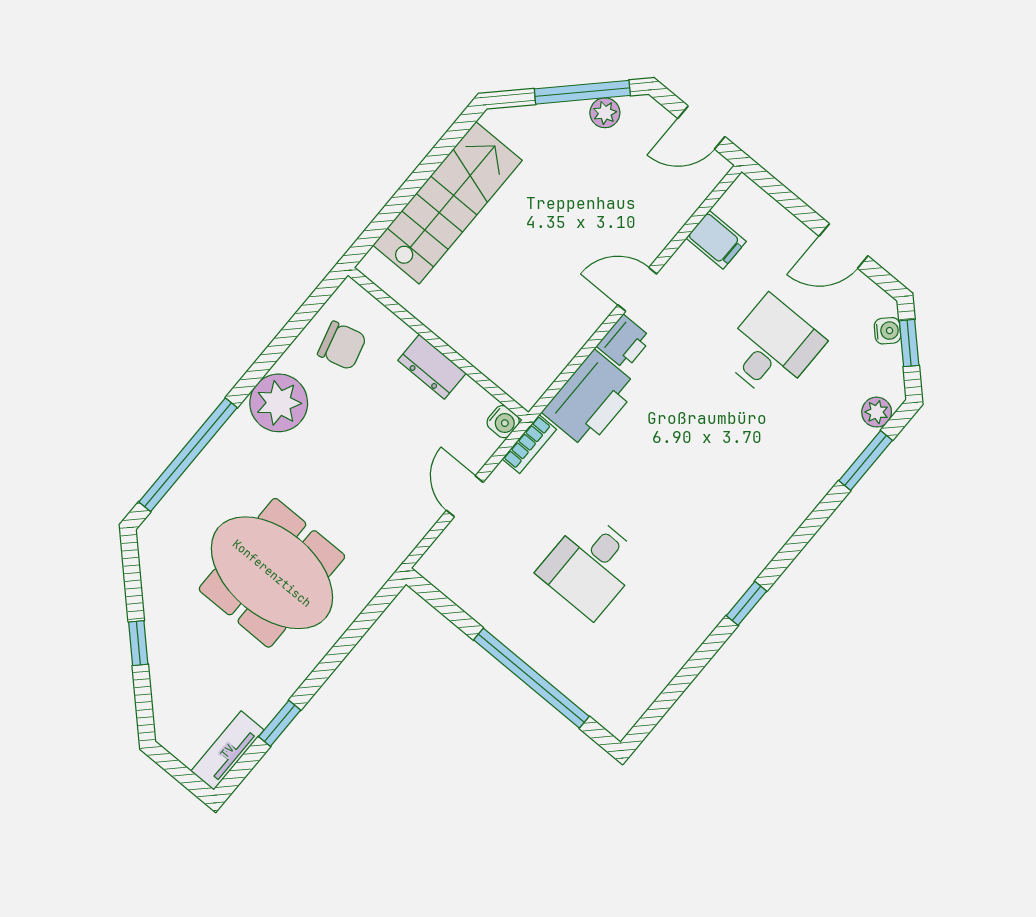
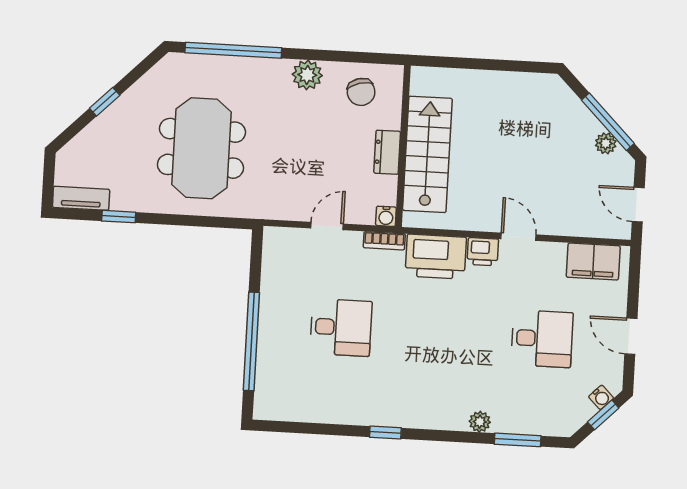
stairs: (447, 203) -> (427, 154), moved, turned -90
filing cabinet: (716, 240) -> (593, 262), width x2.00
plant: (279, 403) -> (307, 75), width x0.73, depth x0.73
plant: (877, 412) -> (480, 422), moved
desk: (591, 566) -> (341, 327), turned 180

